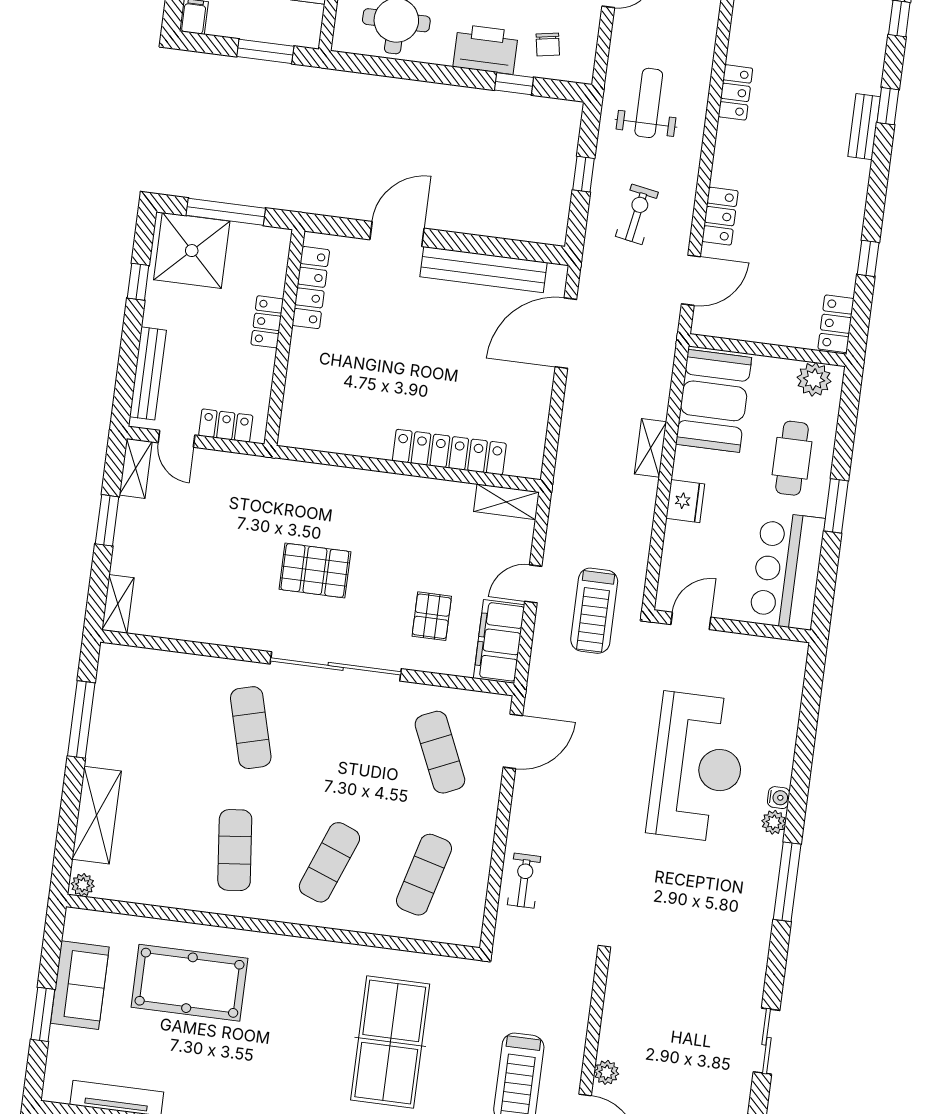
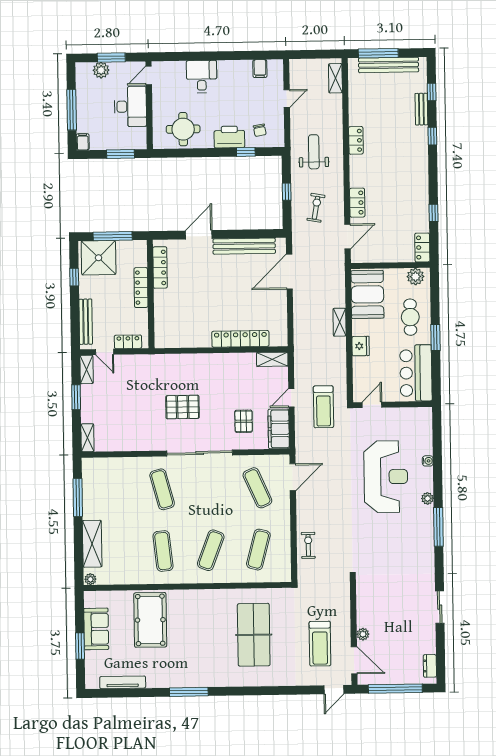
bench: (864, 127) -> (421, 109), moved
locker: (267, 322) -> (141, 288), width x1.53
water cooler: (779, 798) -> (428, 461), moved
pool table: (189, 983) -> (150, 620), turned 90

